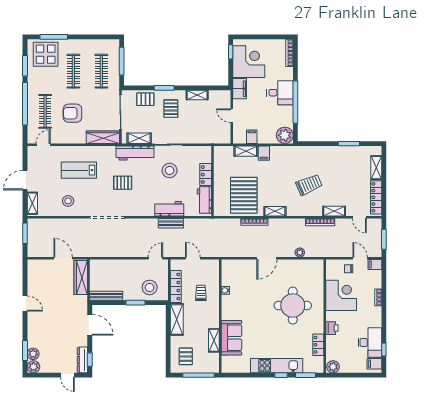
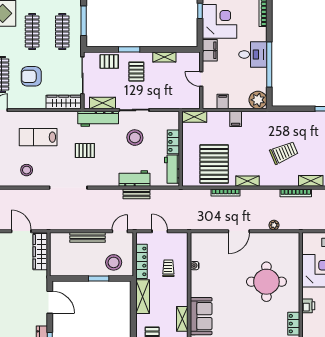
shelving: (246, 151) -> (194, 117), moved
bench: (106, 296) -> (88, 237), moved

